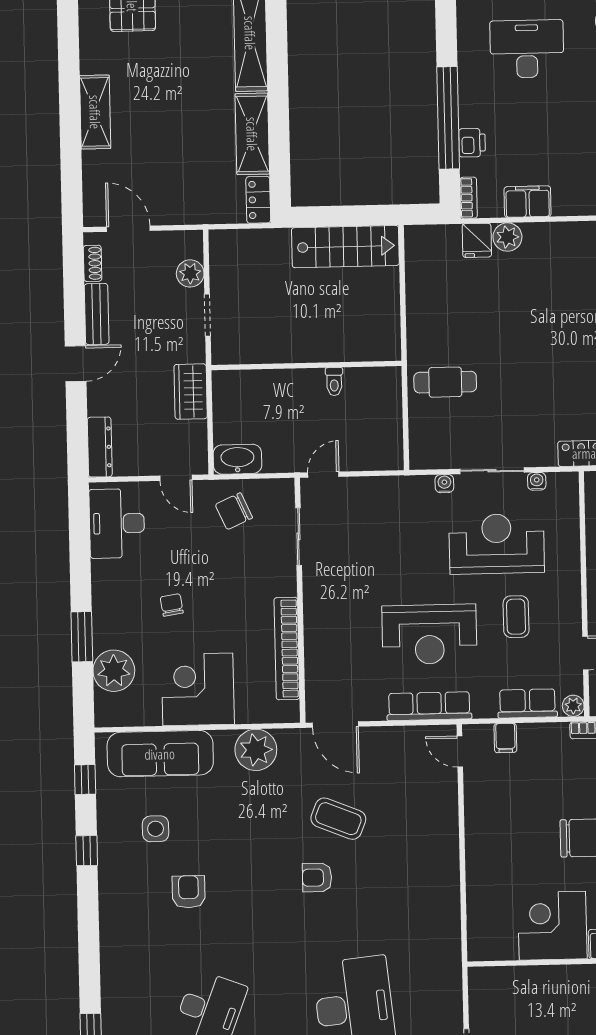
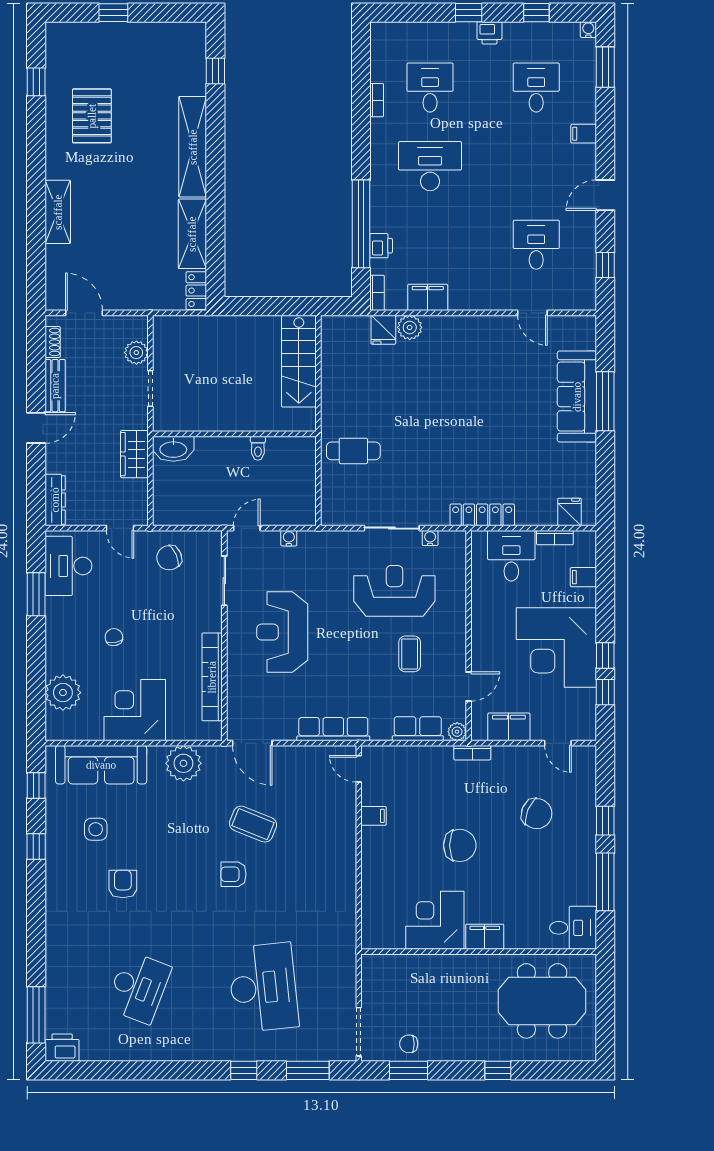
stairs: (345, 247) -> (299, 361), moved, turned 90
washbasin: (237, 459) -> (173, 449), moved, turned 180
water cooler: (444, 484) -> (289, 538), moved
reception desk: (429, 634) -> (282, 632), moved, turned 90
window: (82, 637) -> (36, 594), moved
filing cabinet: (505, 738) -> (374, 816), moved, turned -90

